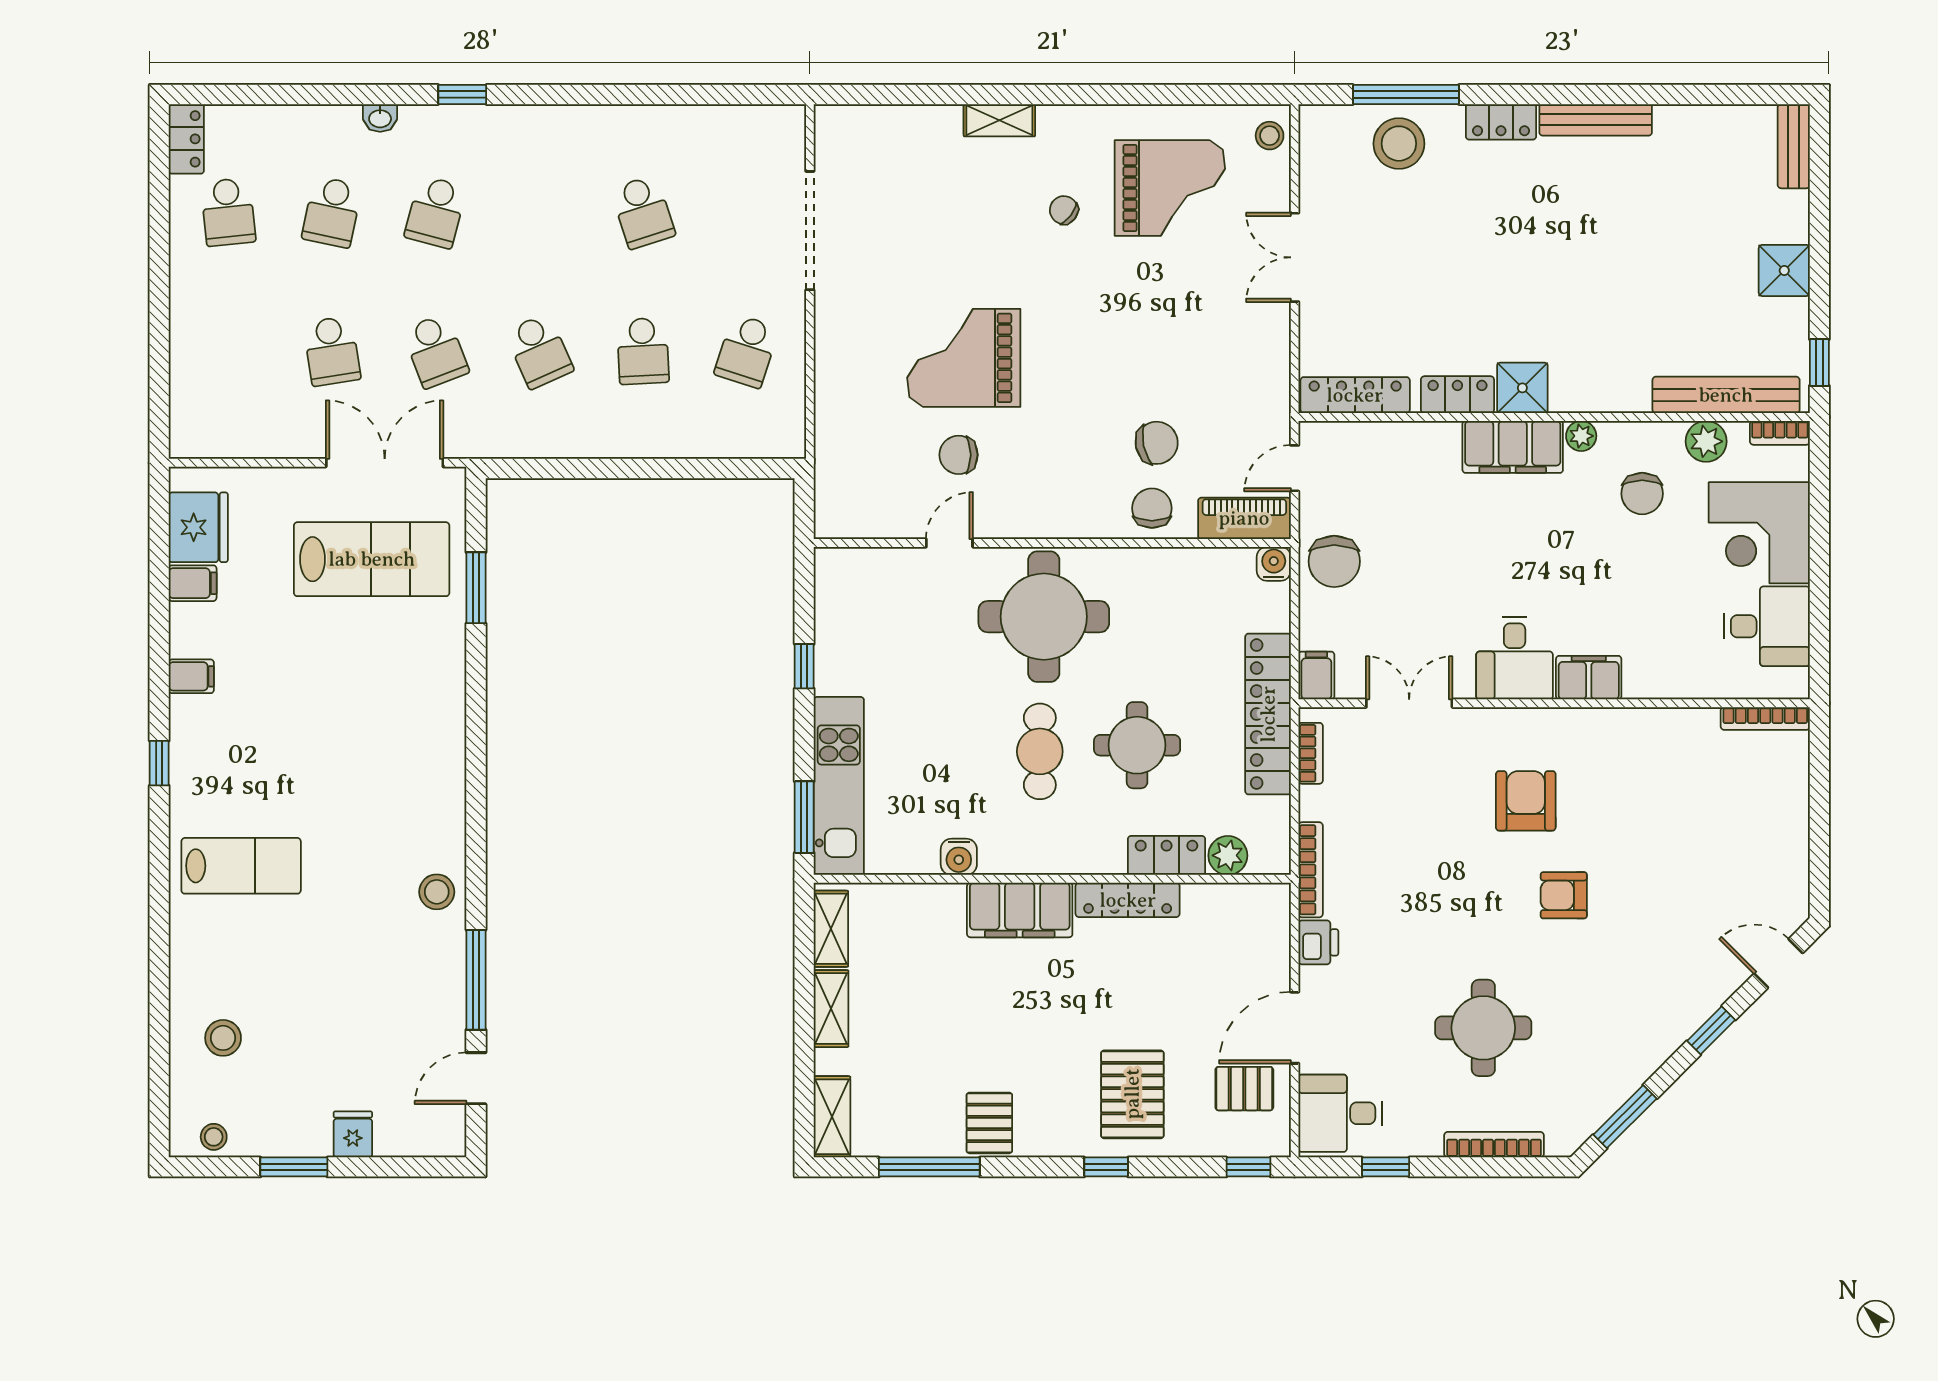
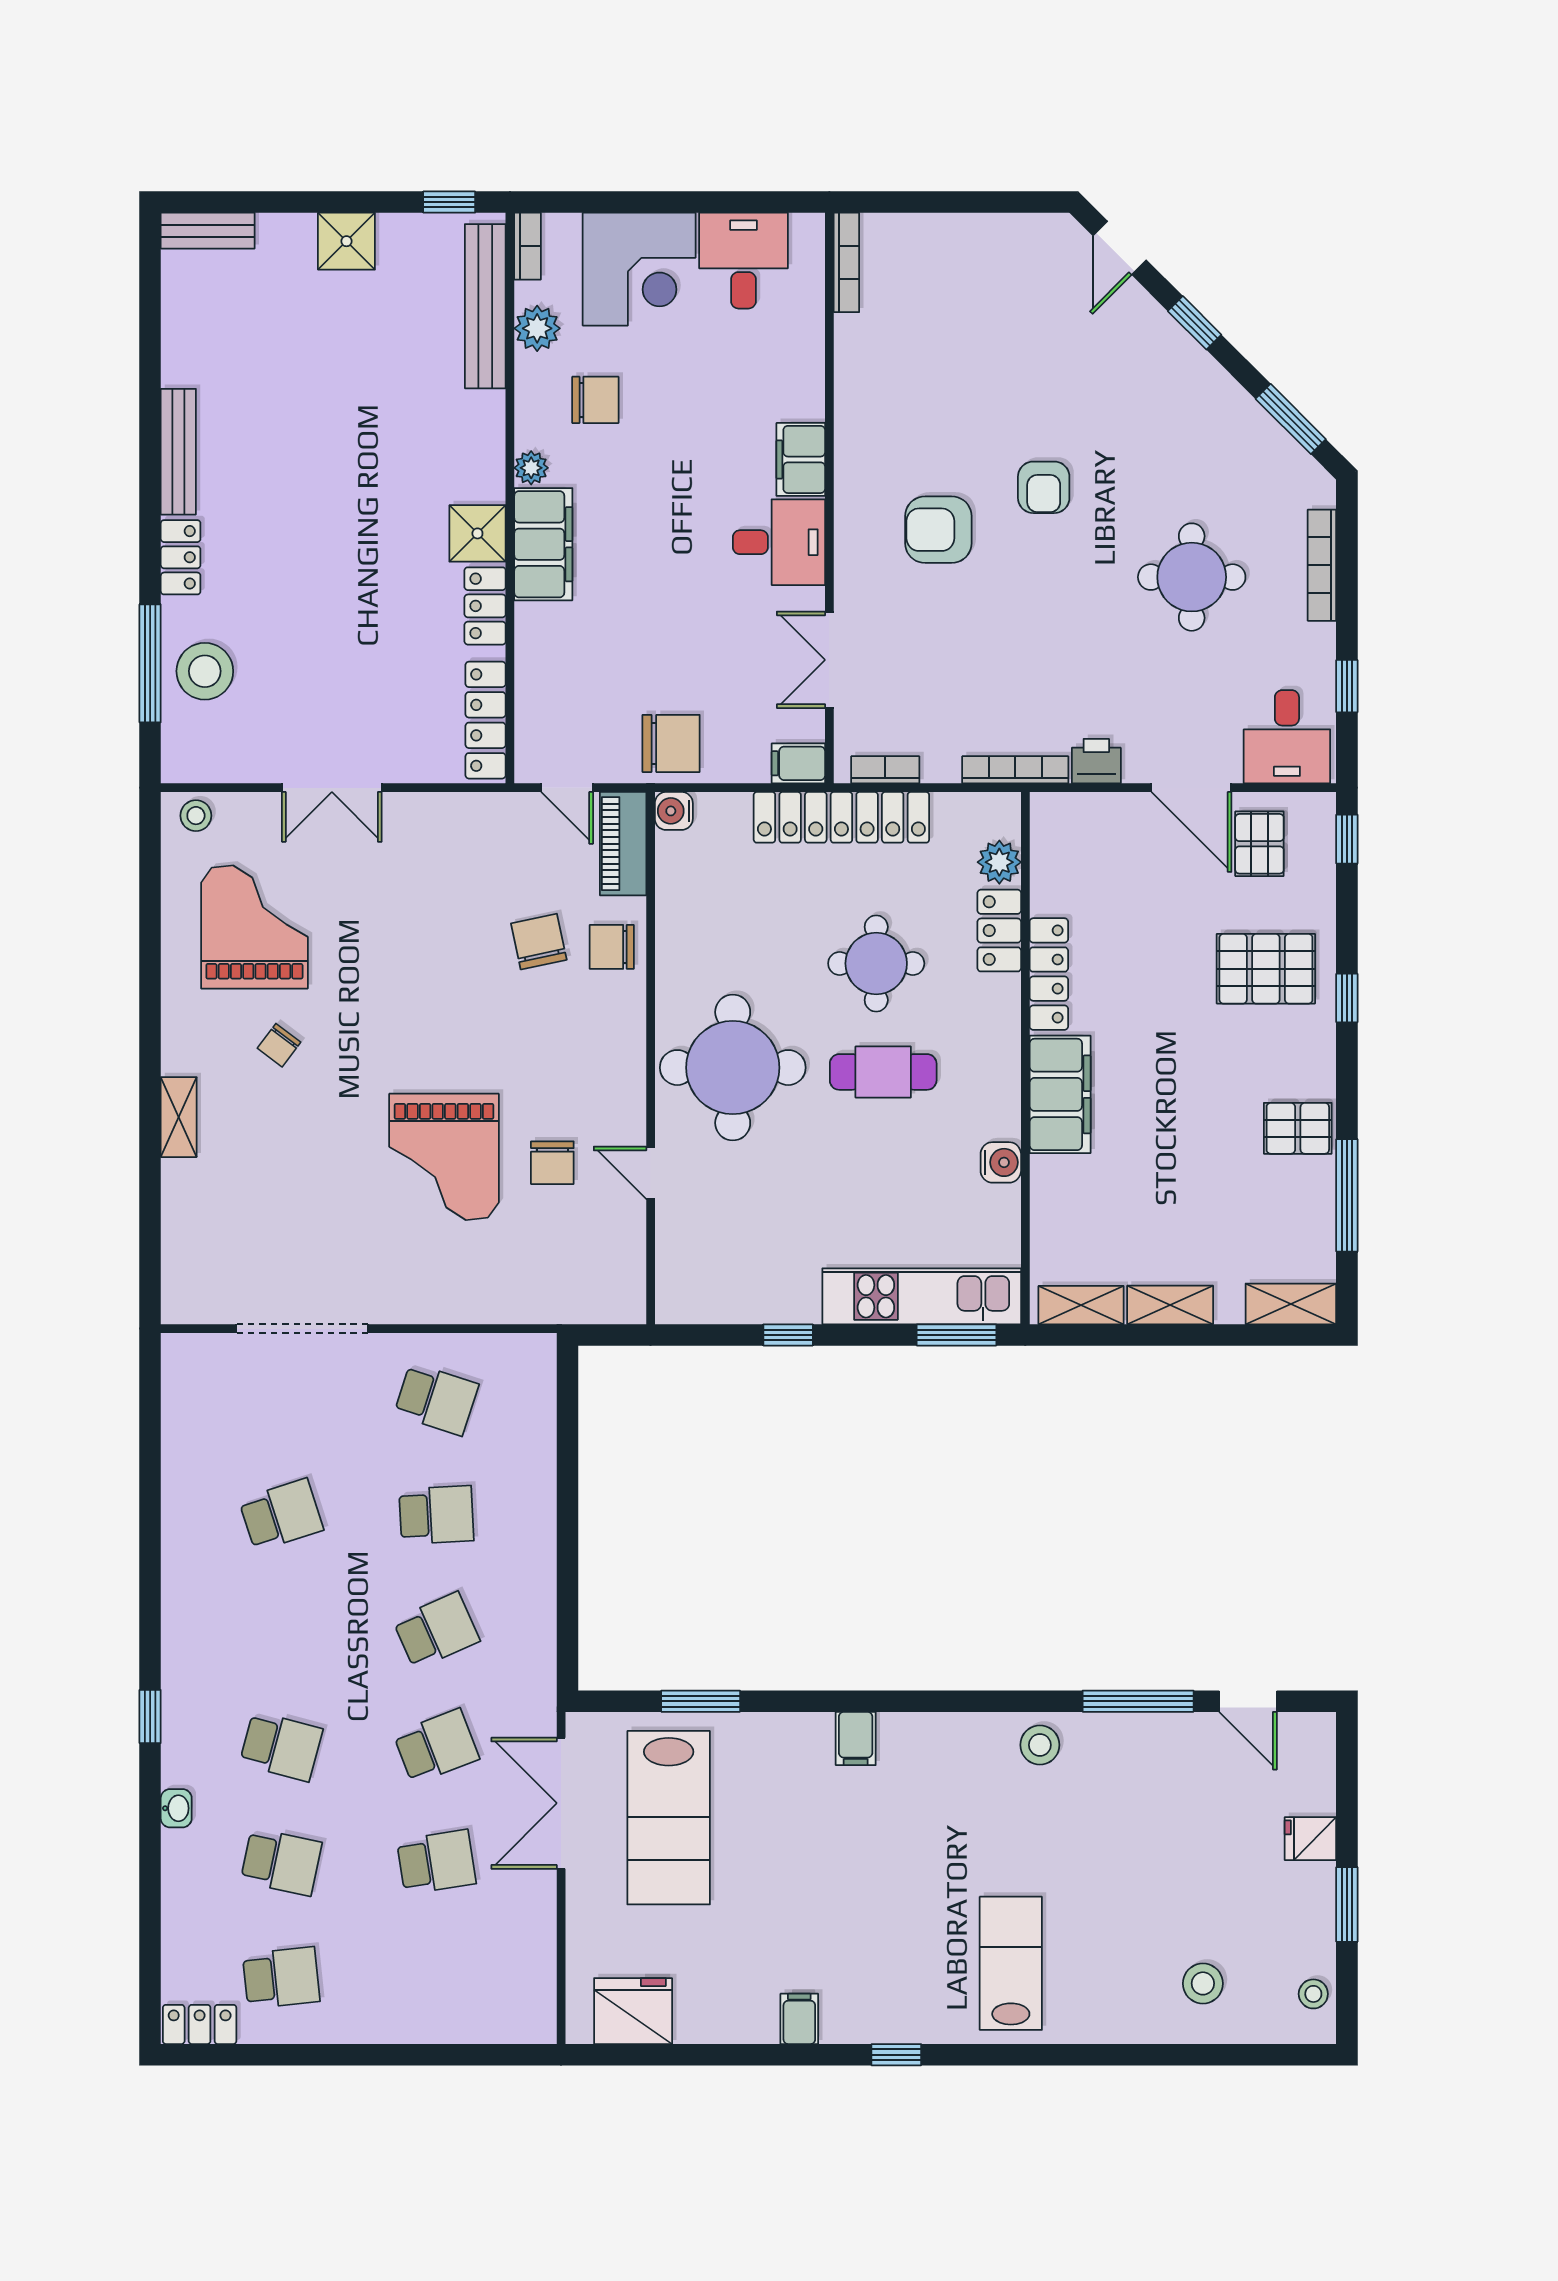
lab bench: (372, 559) -> (669, 1818), turned 180
filing cabinet: (193, 583) -> (856, 1739), moved, turned 180

